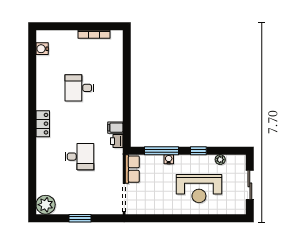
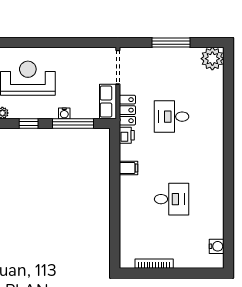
locker: (43, 124) -> (127, 110), moved, turned 180
filing cabinet: (115, 128) -> (128, 168), moved
window: (80, 218) -> (171, 43), width x1.44

